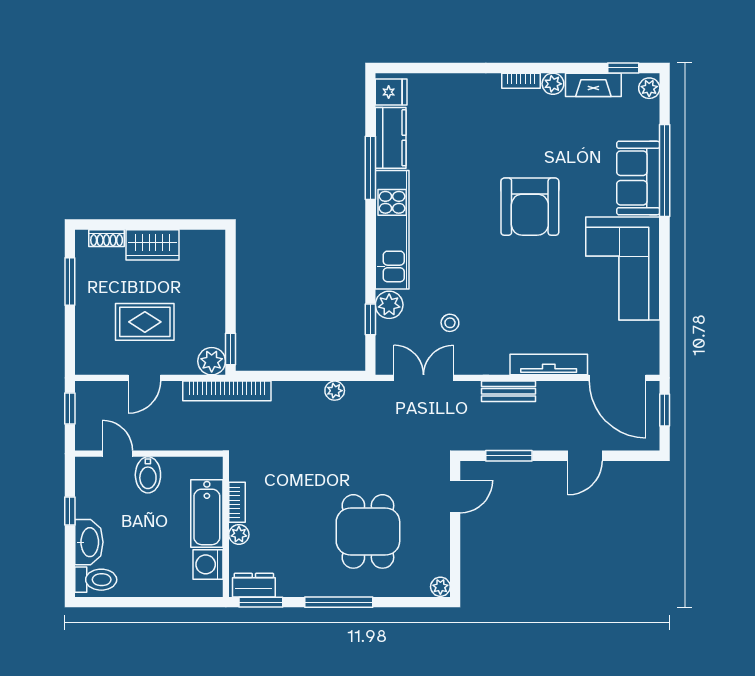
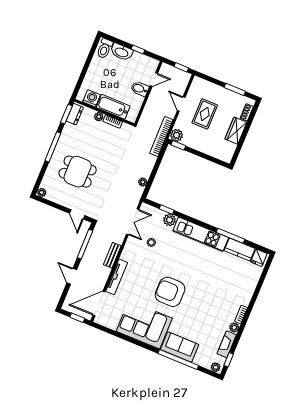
armchair: (530, 207) -> (170, 292), moved
window: (509, 456) -> (85, 244), width x1.44

